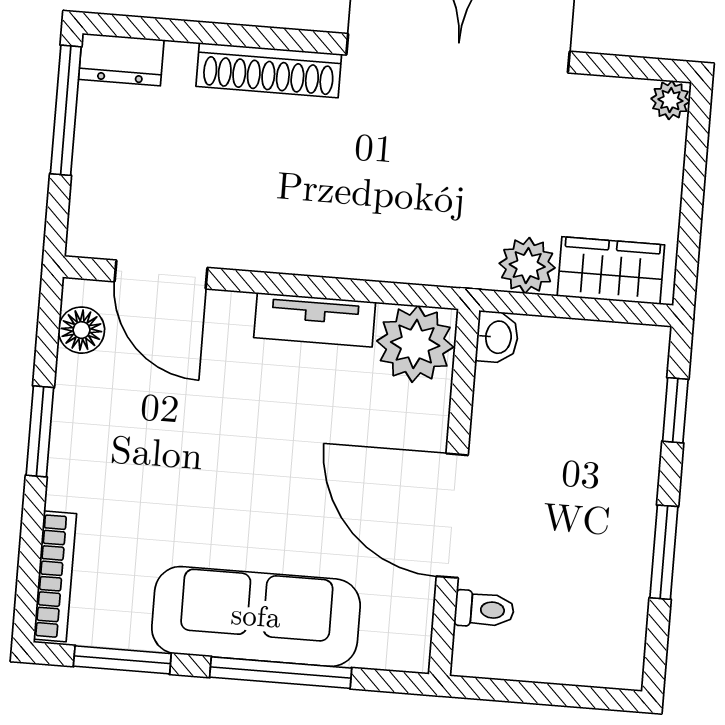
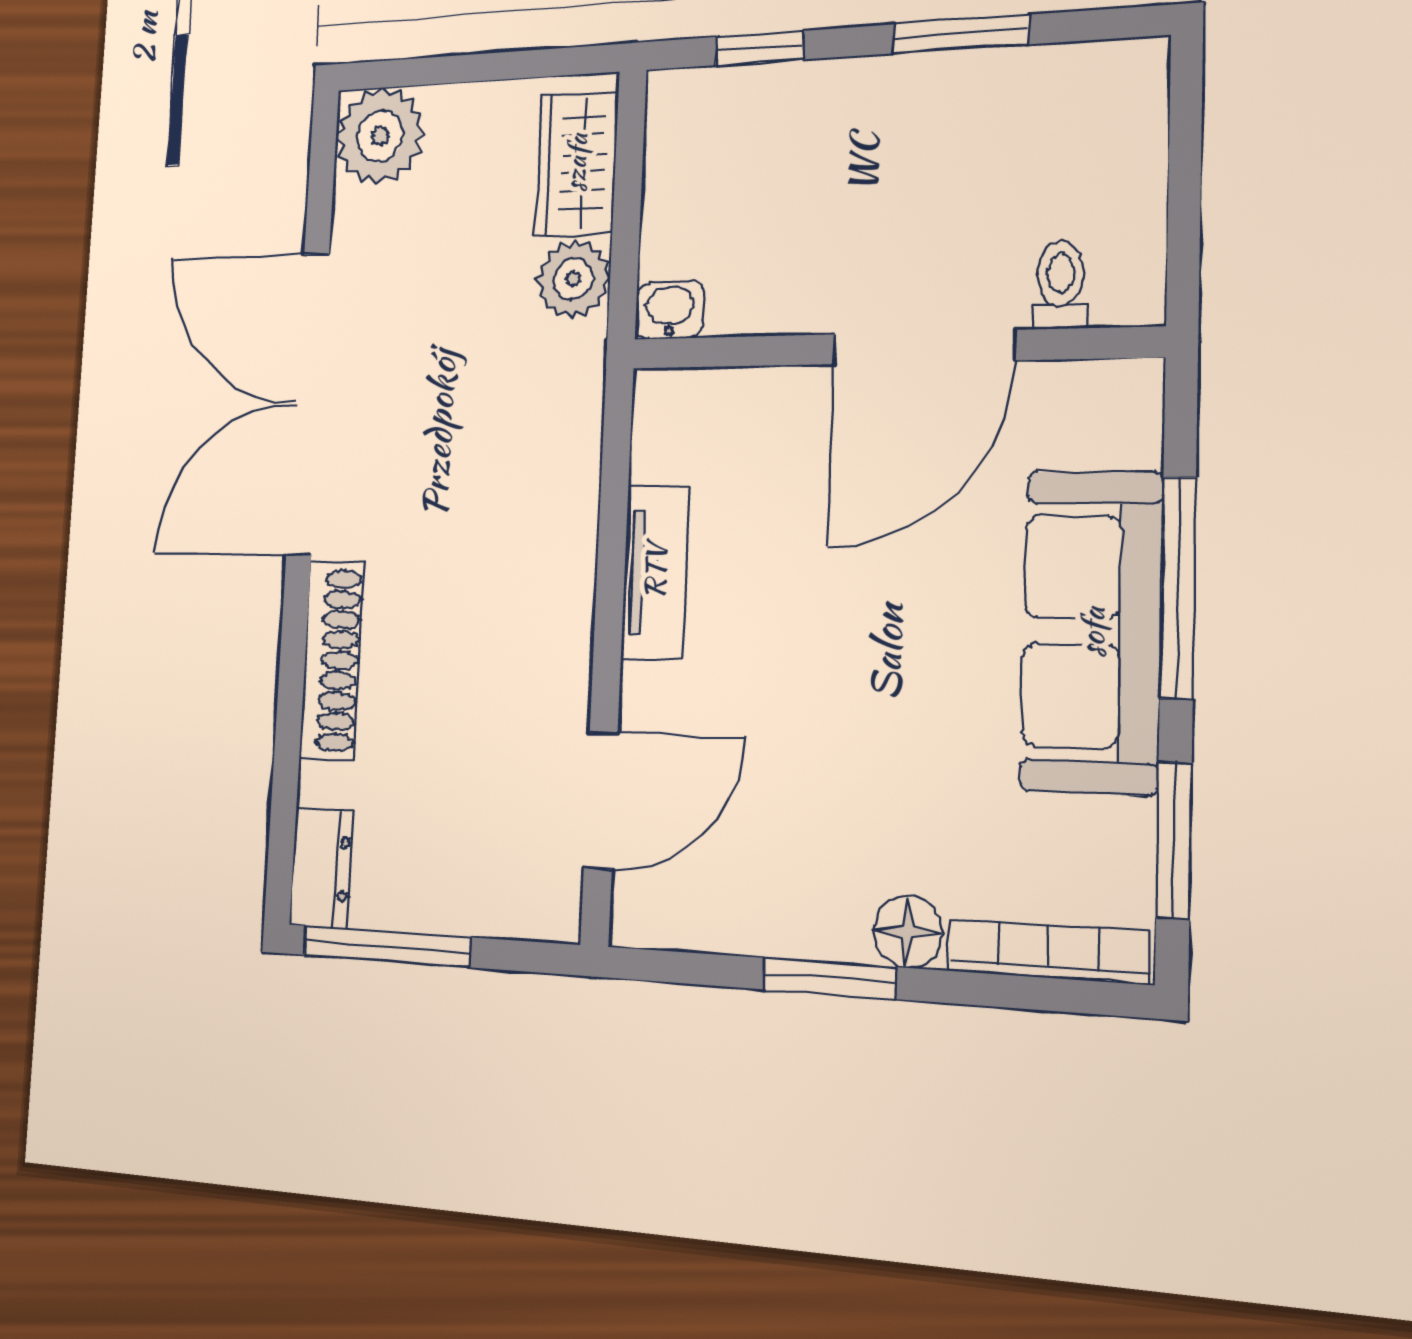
plant: (670, 100) -> (380, 136), width x1.88, depth x1.88
floor lamp: (81, 330) -> (908, 932), moved
plant: (415, 344) -> (683, 425), removed

